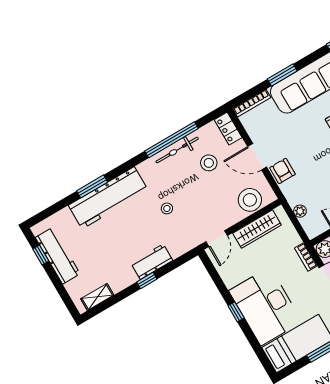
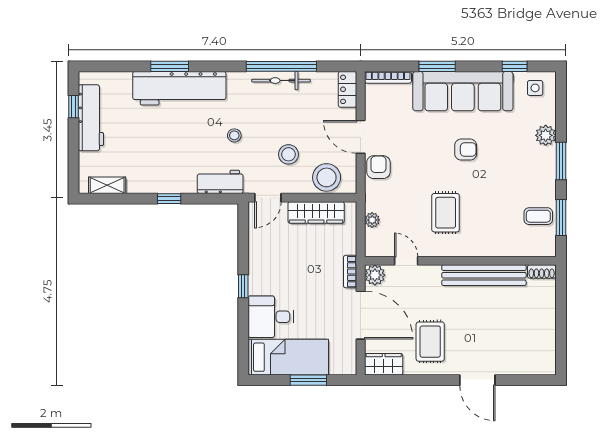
stool: (209, 163) -> (288, 154), moved
workbench: (152, 262) -> (220, 182), moved
desk: (265, 306) -> (271, 317), width x0.53, depth x0.77

